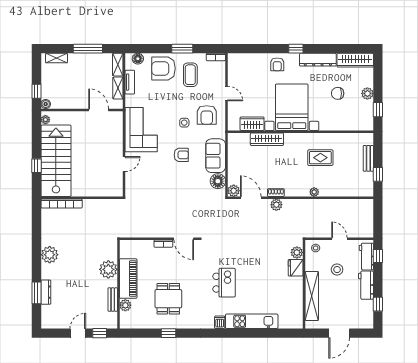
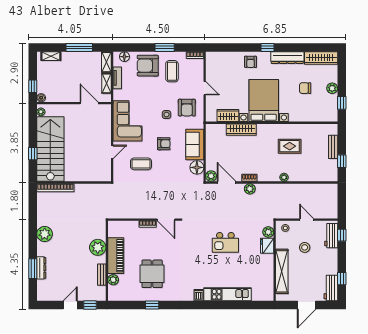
coffee table: (156, 177) -> (141, 164), added
kitchen island: (224, 283) -> (225, 242), moved, turned 90
workbench: (366, 285) -> (331, 288), moved

